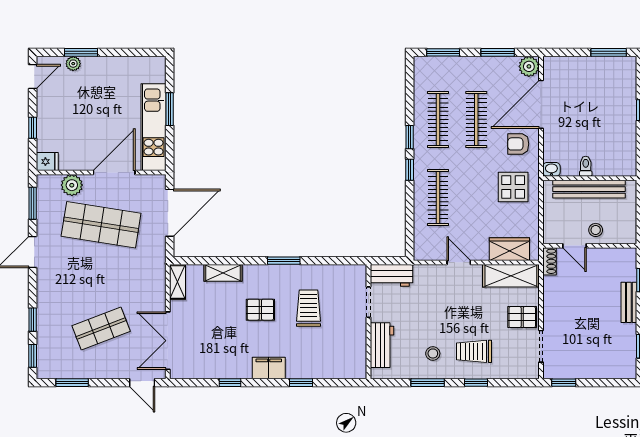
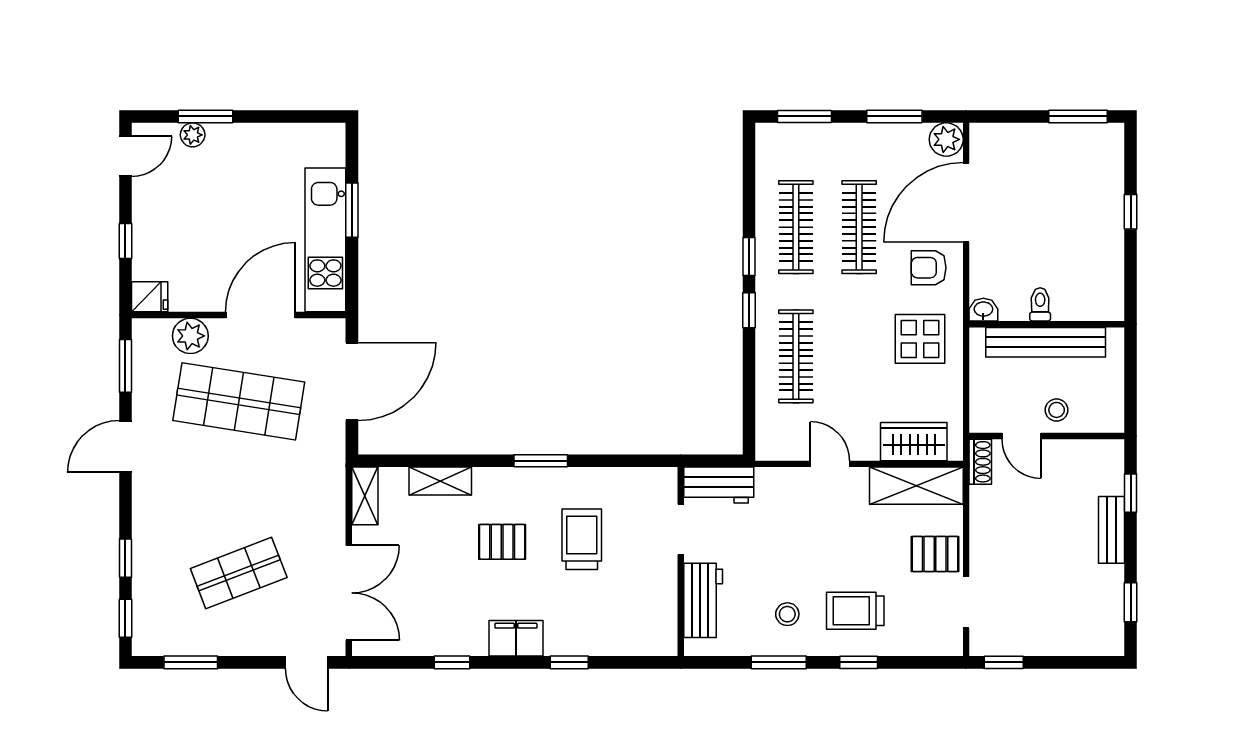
double door: (168, 341) -> (349, 593), swing flipped

